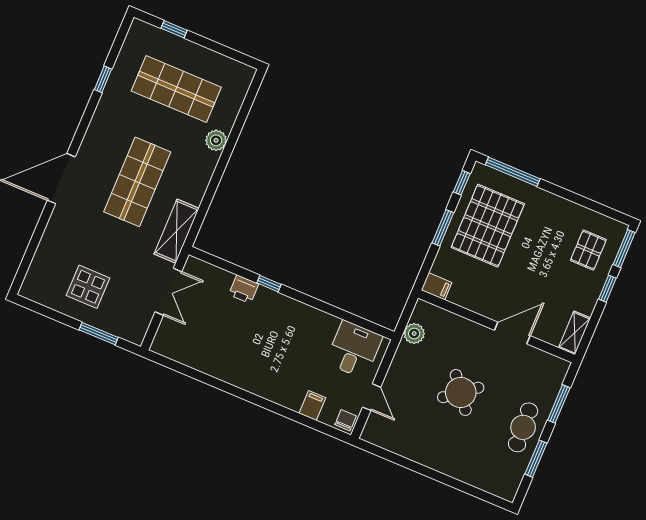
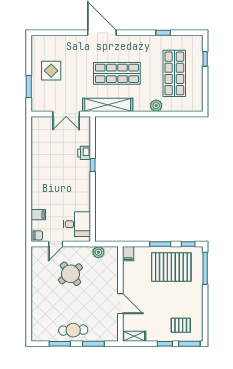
shelving: (176, 231) -> (108, 105), width x1.47
round table: (461, 392) -> (70, 274), moved

